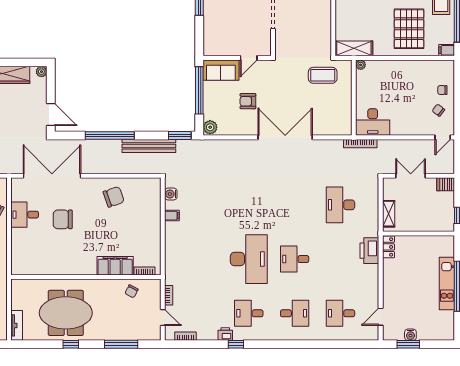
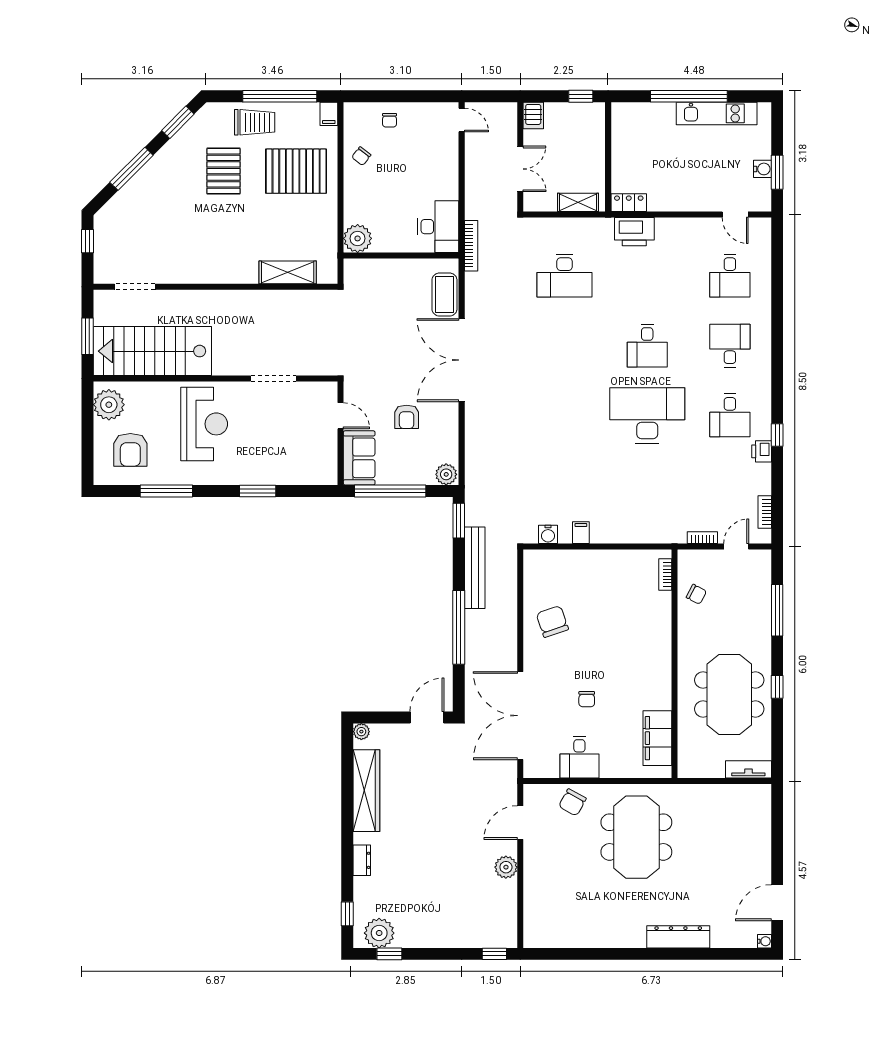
shelving: (354, 48) -> (288, 272), moved, turned 90
plant: (361, 65) -> (358, 238), width x1.88, depth x1.88
coffee table: (323, 75) -> (444, 295), moved
chair: (438, 110) -> (361, 156), moved
double door: (411, 176) -> (520, 169), swing flipped
chair: (63, 219) -> (587, 699), width x0.54, depth x0.54
filing cabinet: (115, 266) -> (657, 738), moved
kitchen unit: (447, 284) -> (717, 113), moved

